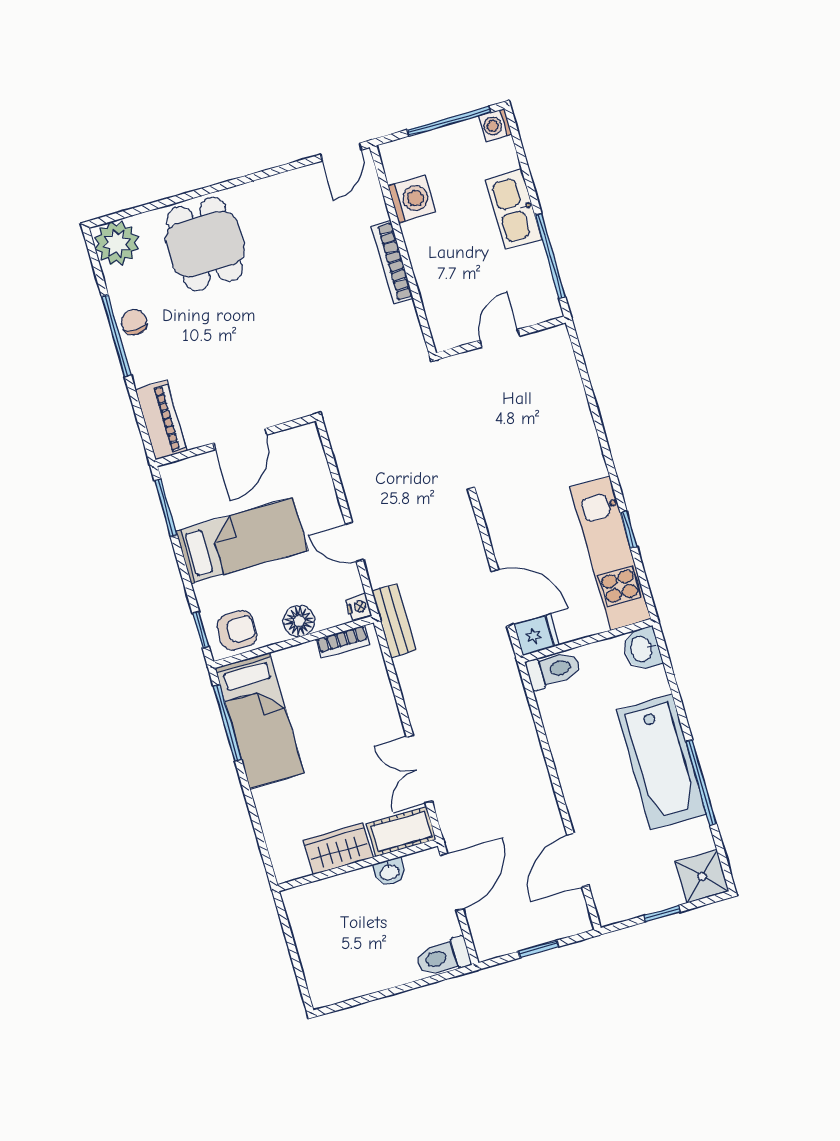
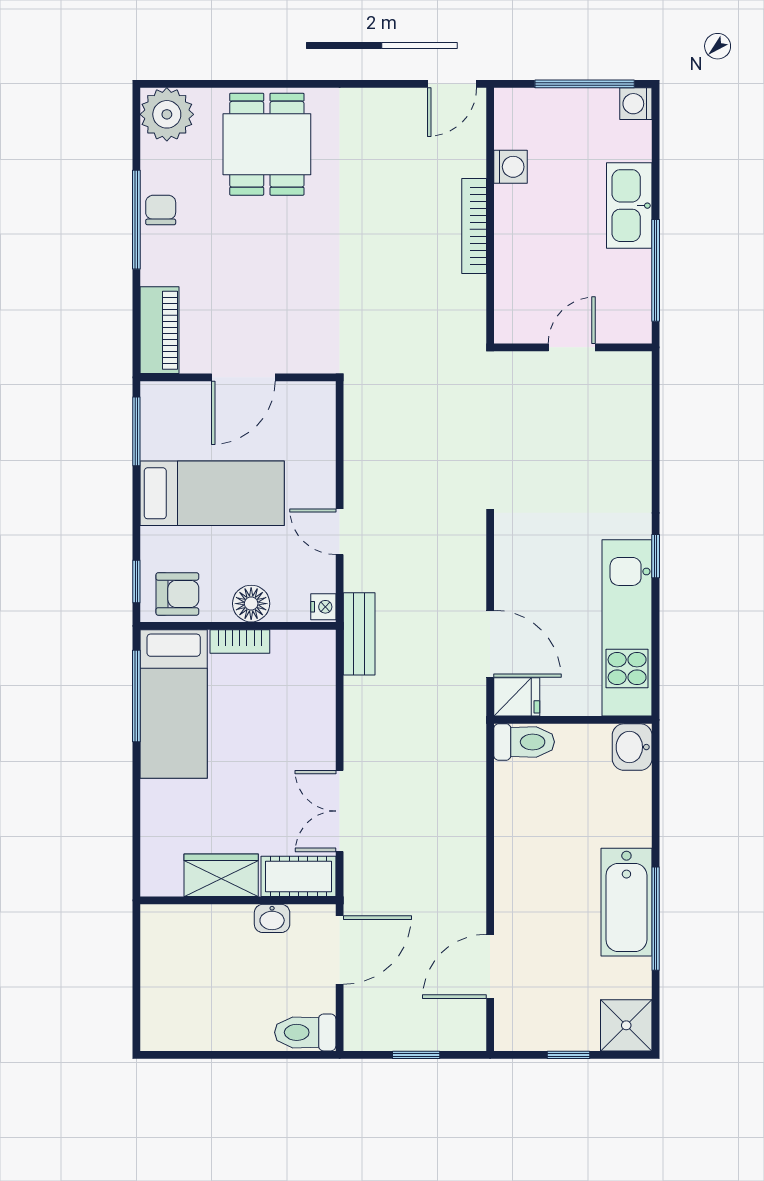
washing machine: (412, 199) -> (510, 167), width x0.73, depth x0.73
window: (629, 530) -> (656, 556), moved
bookcase: (343, 642) -> (240, 641), moved
bathtub: (662, 762) -> (626, 902), width x0.73, depth x0.73

